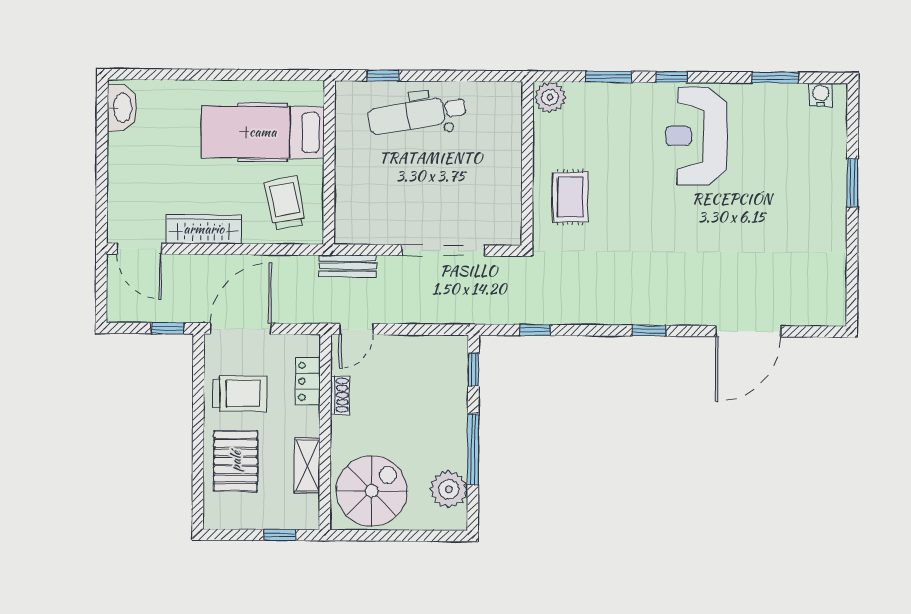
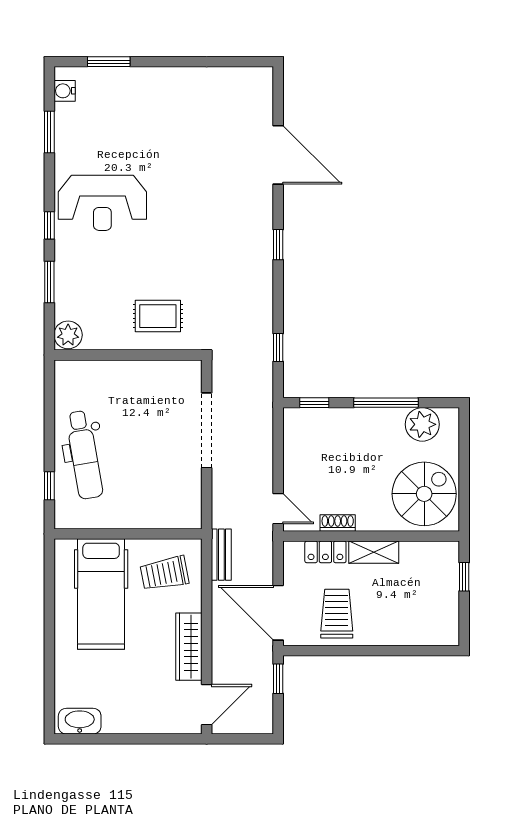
window: (852, 183) -> (109, 62), moved
bench: (348, 266) -> (221, 555), moved
pallet: (236, 461) -> (398, 617), removed
shelving: (307, 465) -> (374, 552), moved
spiral stairs: (372, 491) -> (424, 494), turned 90

